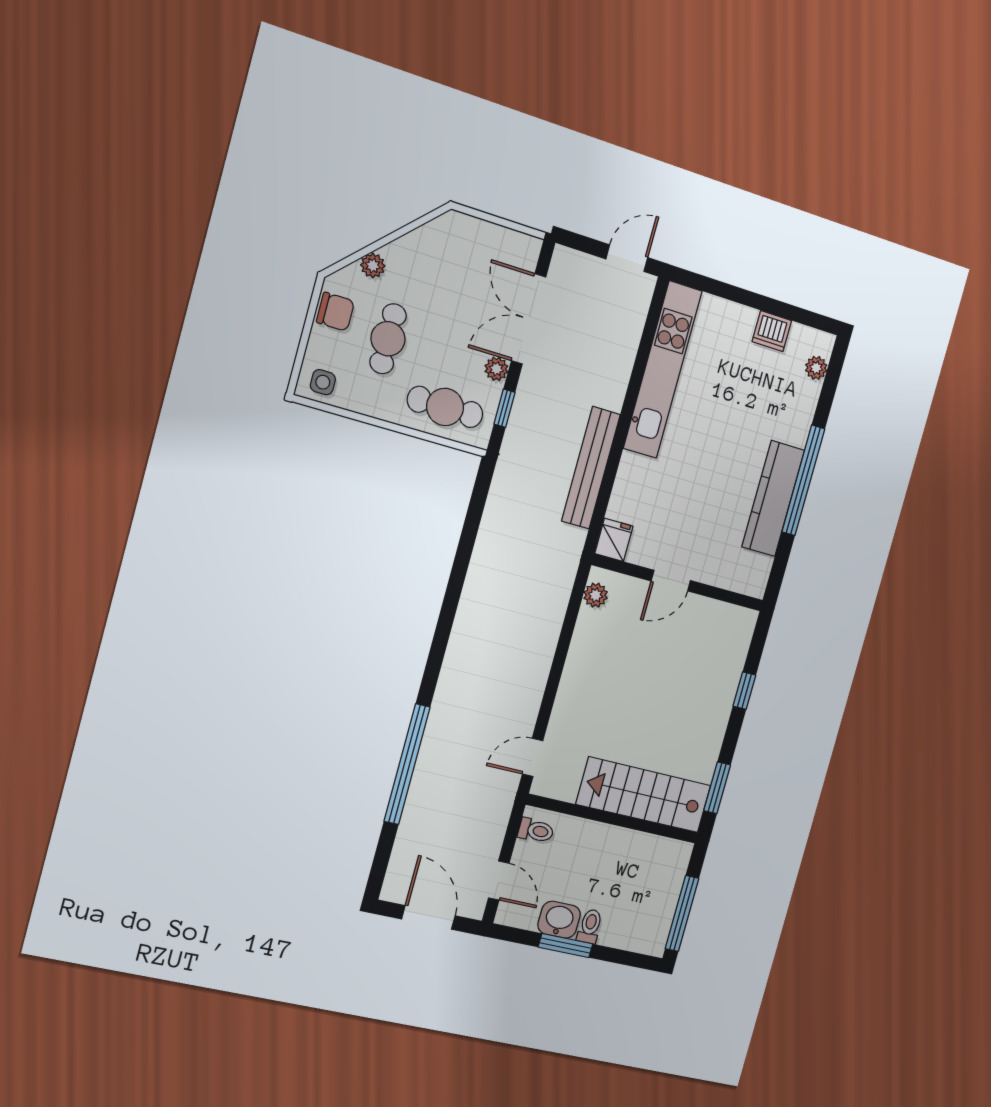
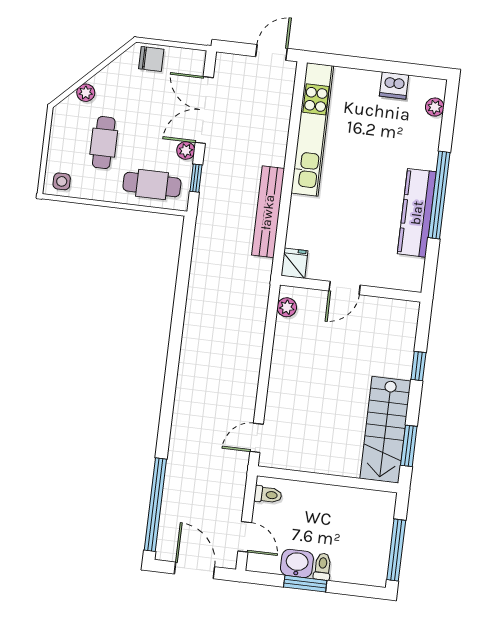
chair: (335, 312) -> (151, 59), moved
window: (407, 764) -> (155, 505), moved
stairs: (644, 795) -> (385, 430), moved, turned -90

